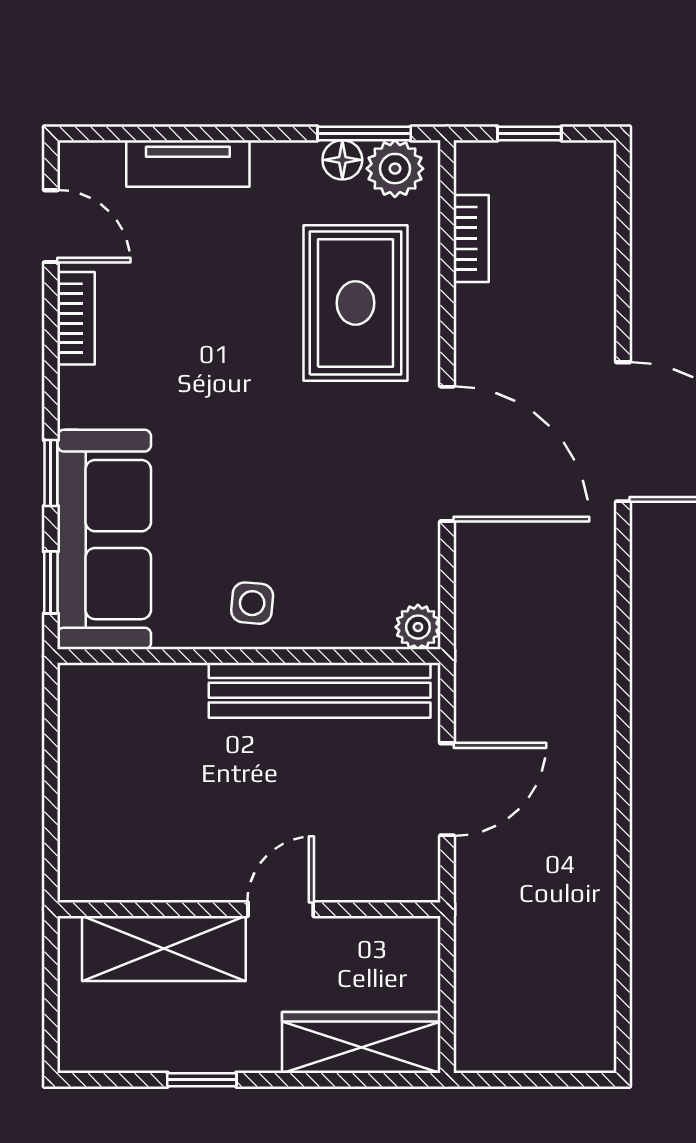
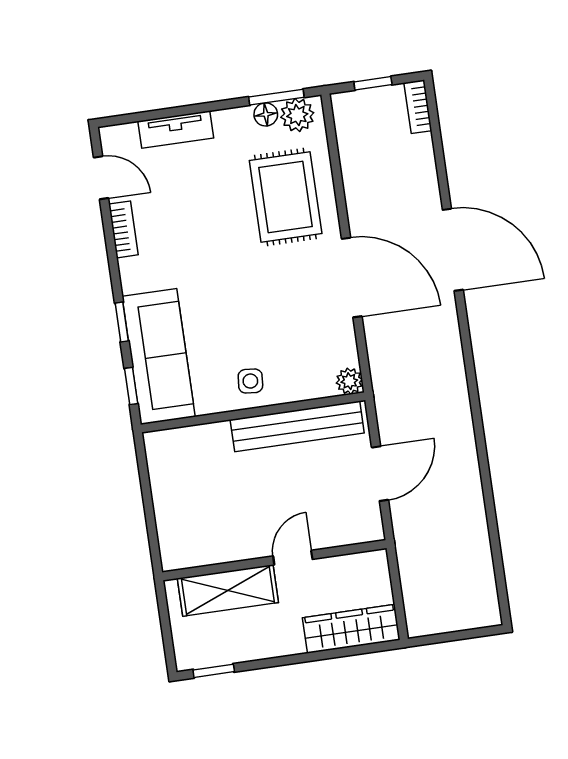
bookcase: (471, 238) -> (418, 107), moved, turned 180
window: (202, 1080) -> (214, 671), moved

